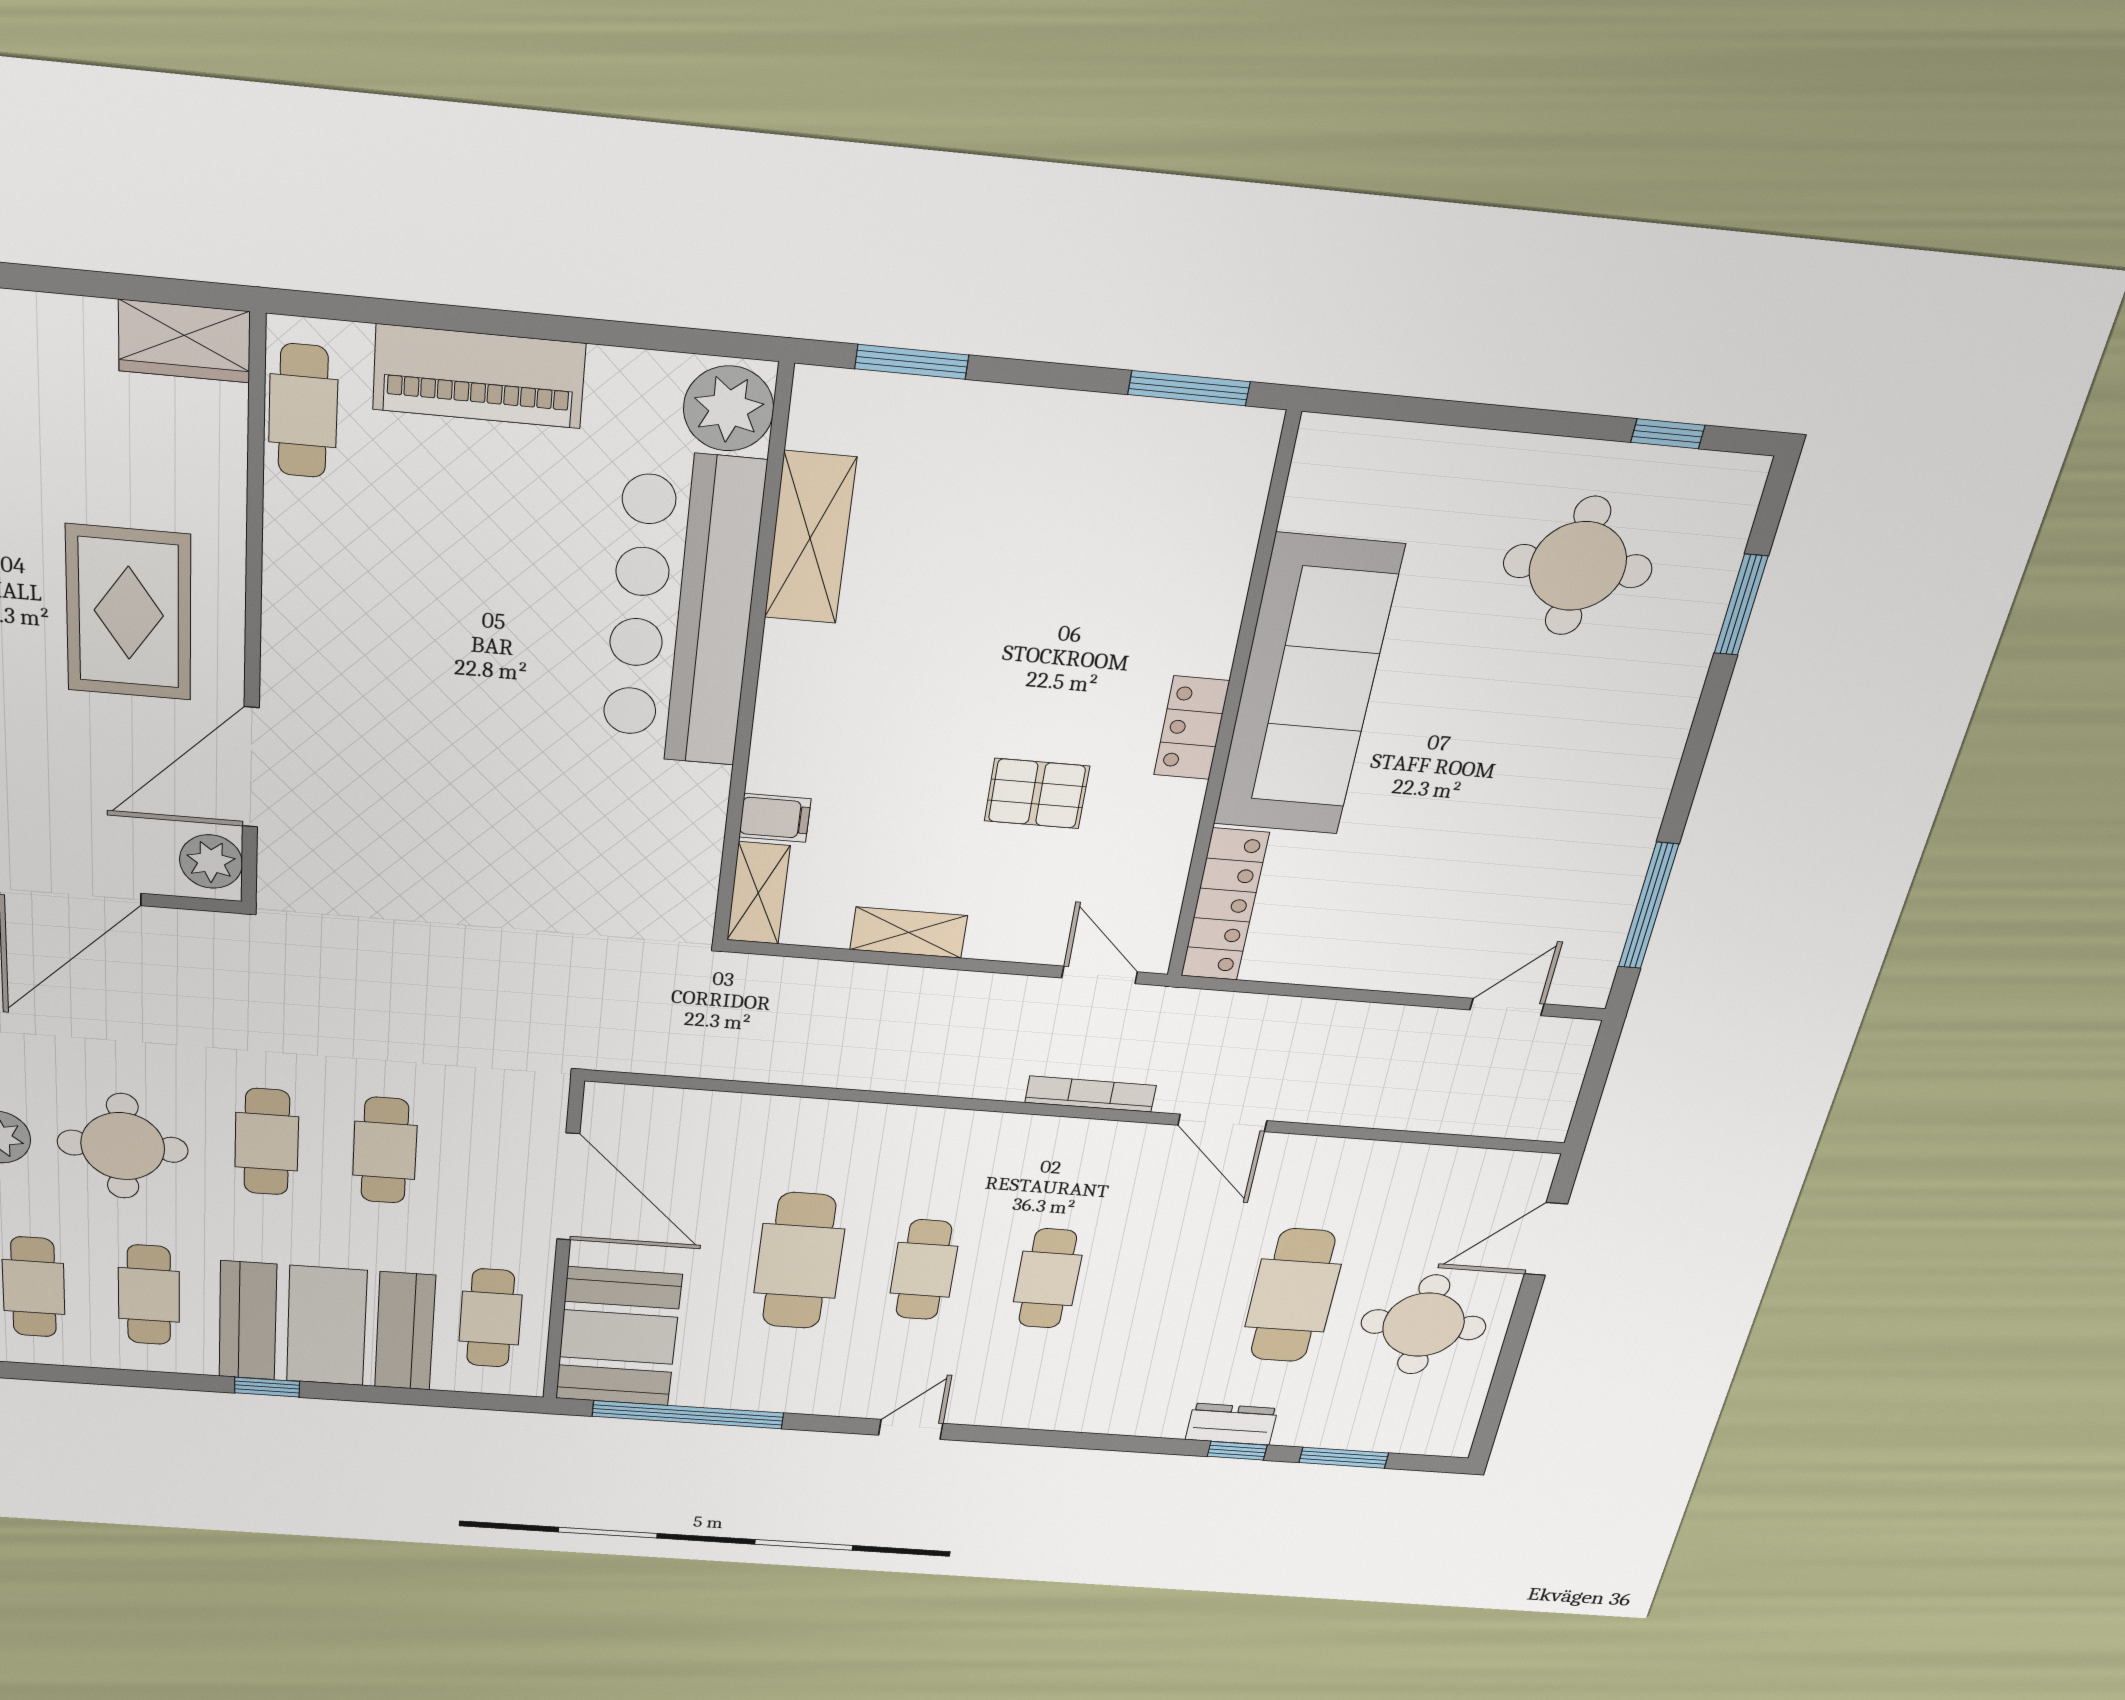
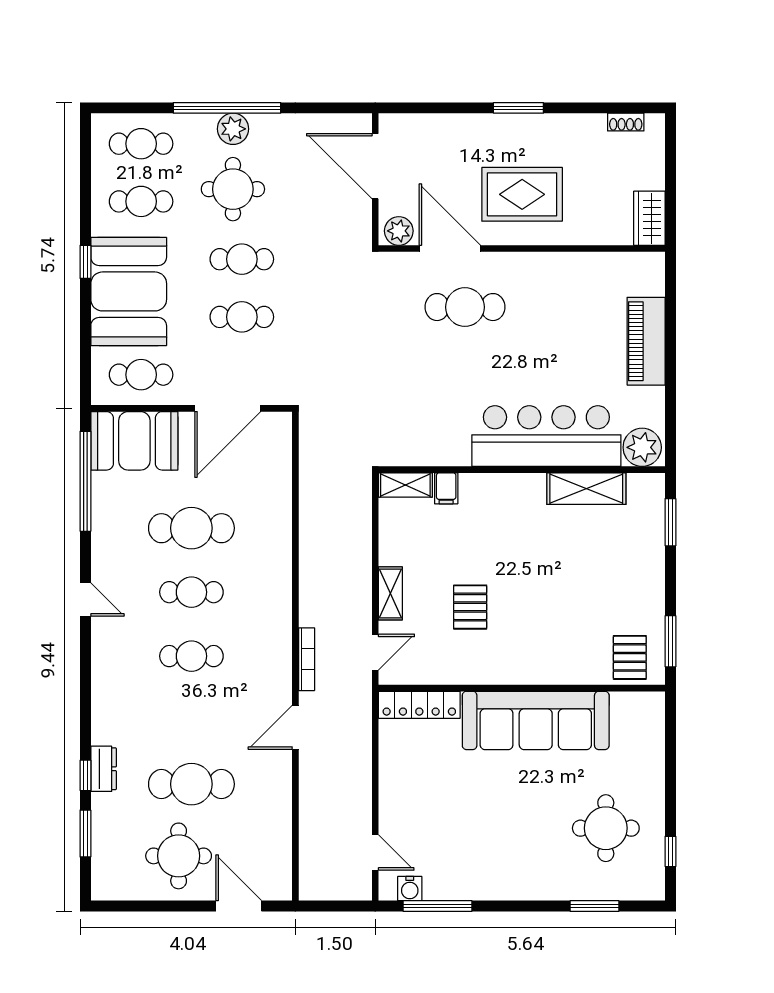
cafe table: (303, 411) -> (465, 307), moved, width x1.37, depth x1.35
pallet: (1208, 481) -> (630, 657), added
locker: (1192, 728) -> (510, 672), removed
shelving: (909, 933) -> (390, 593), moved
water cooler: (1598, 952) -> (410, 889), added

